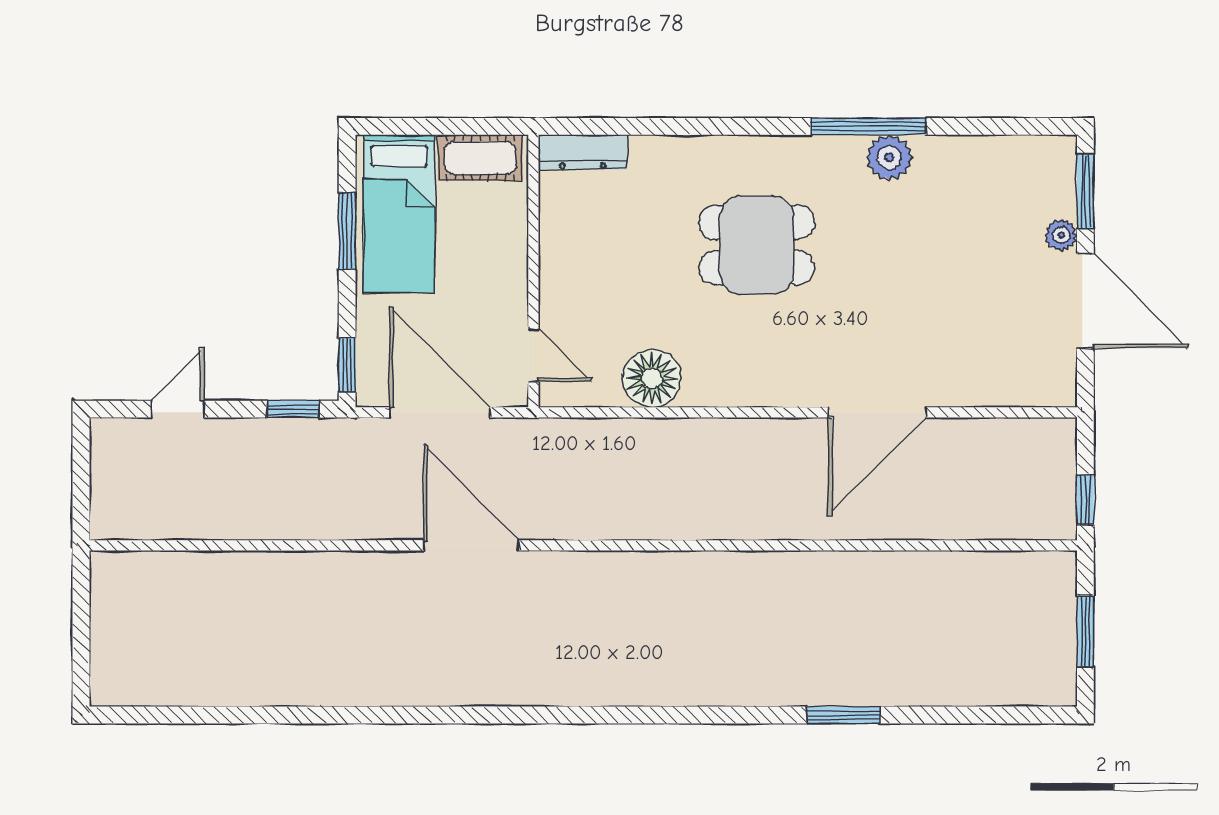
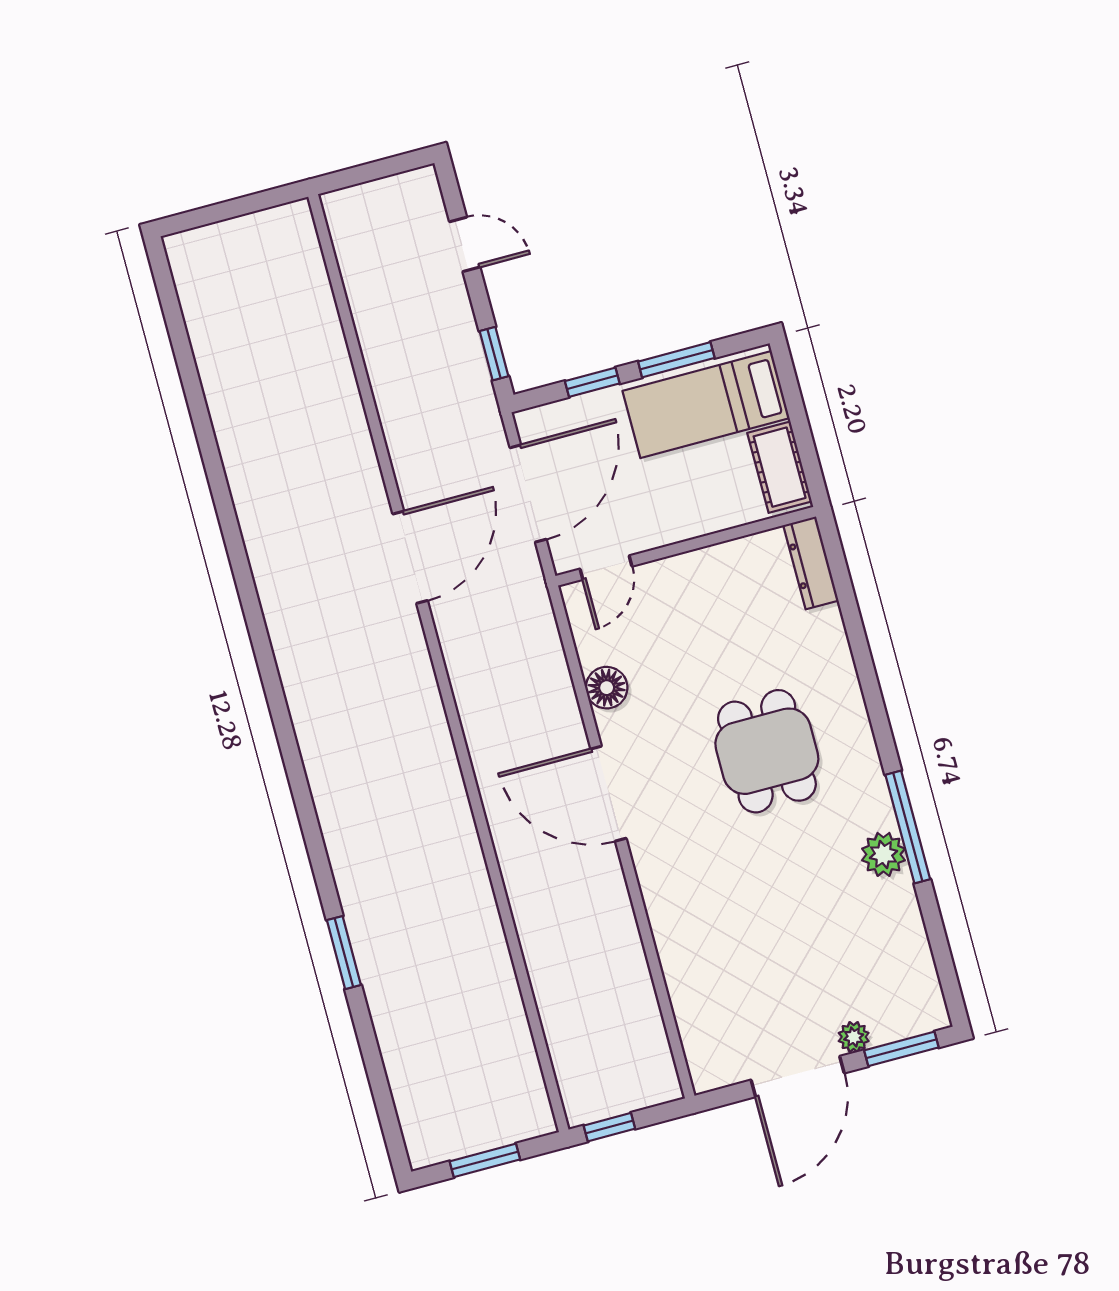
window: (347, 365) -> (592, 382), moved
floor lamp: (652, 378) -> (607, 688), width x0.73, depth x0.73
door: (877, 412) -> (608, 794), moved

